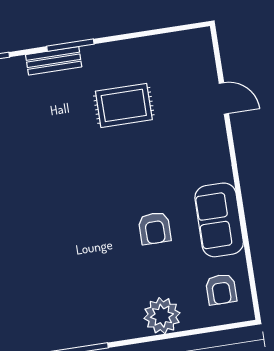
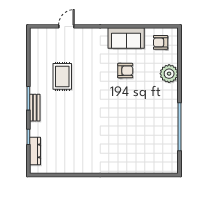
armchair: (221, 289) -> (161, 42), turned 180

